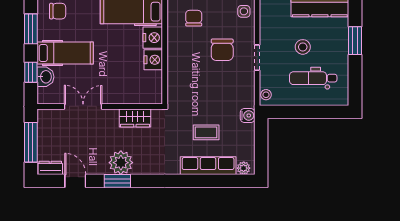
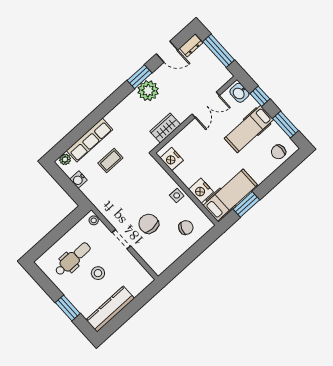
side table: (244, 11) -> (177, 195), moved
chair: (194, 18) -> (186, 228), turned -69
nightstand: (153, 60) -> (172, 159), moved
washbasin: (45, 77) -> (239, 93), moved
water cooler: (248, 115) -> (79, 180), moved

